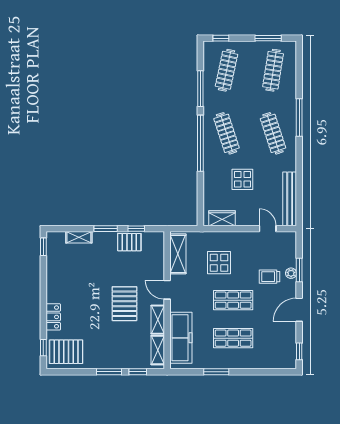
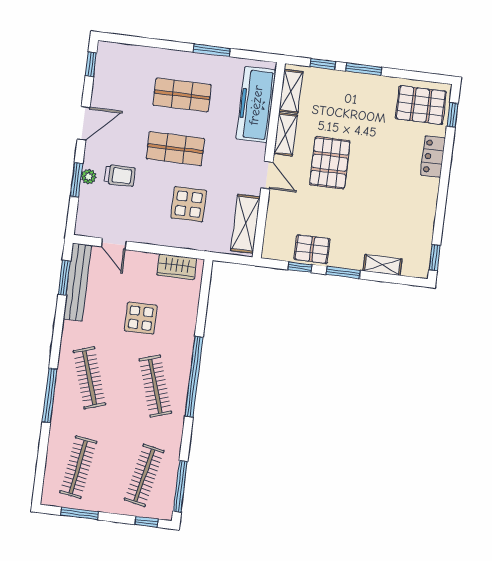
window: (200, 89) -> (180, 486), moved
window: (299, 201) -> (64, 278), added

